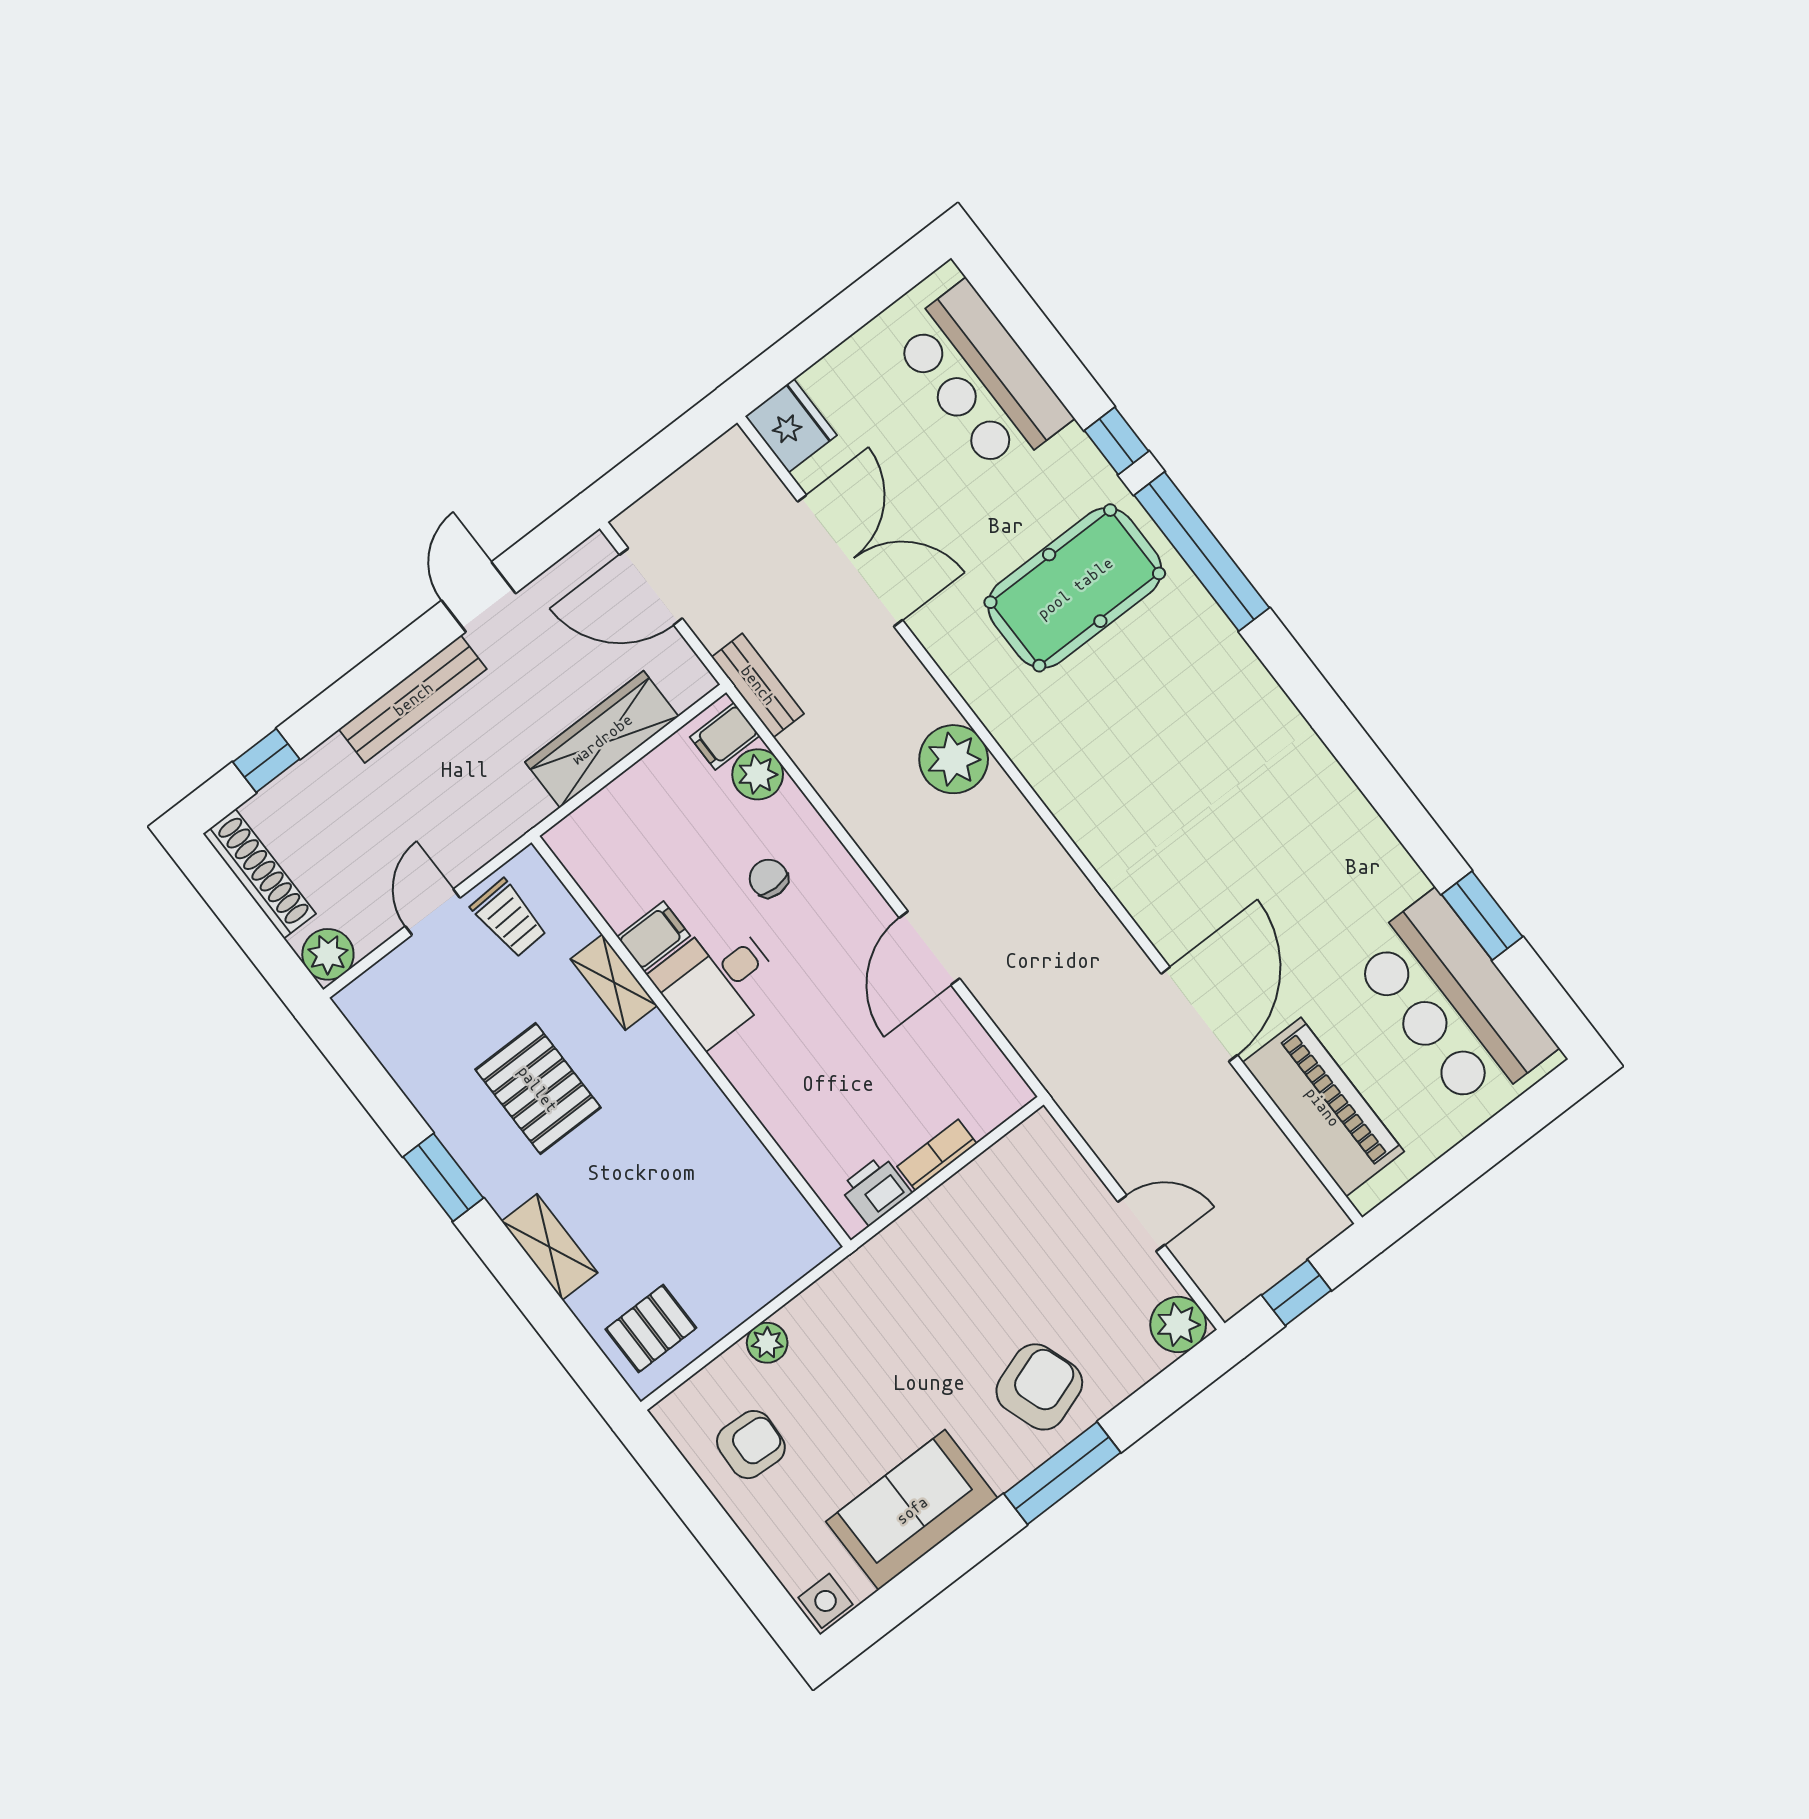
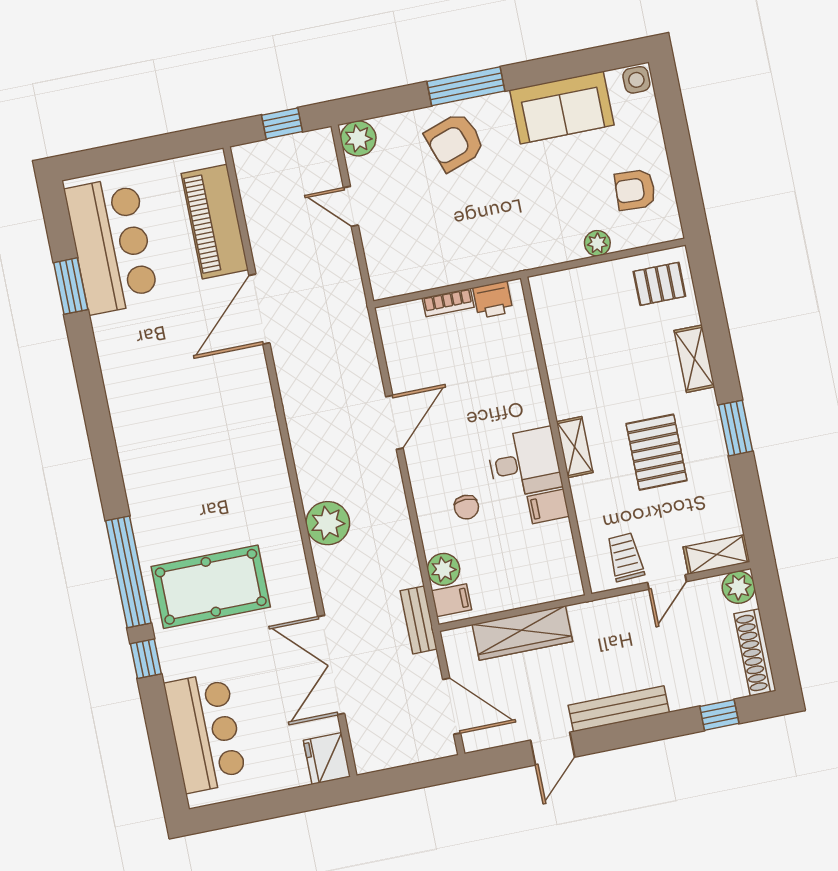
shelving: (614, 982) -> (575, 447), moved
shelving: (382, 985) -> (717, 555), added

